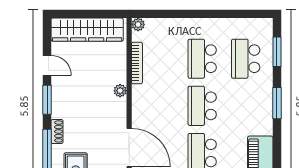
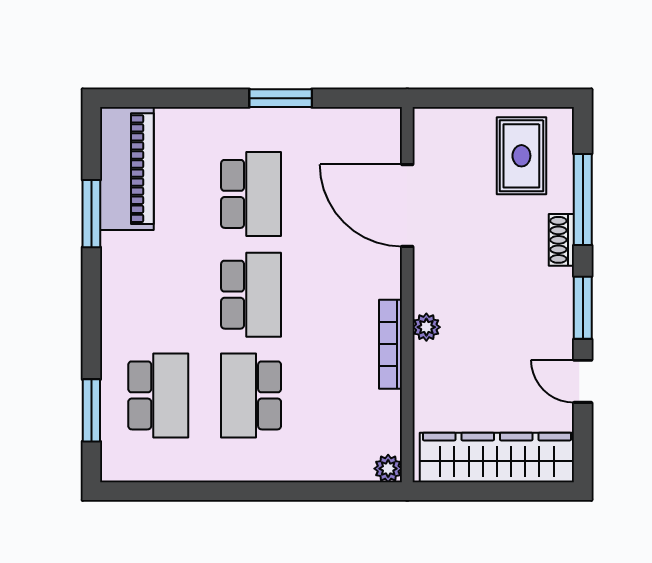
school desk: (202, 59) -> (251, 395), turned 180
bookcase: (137, 63) -> (391, 344), moved
window: (277, 103) -> (91, 214), moved

